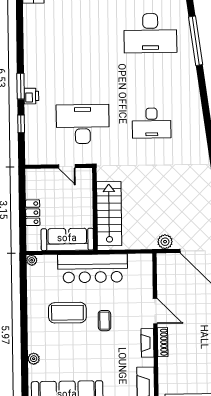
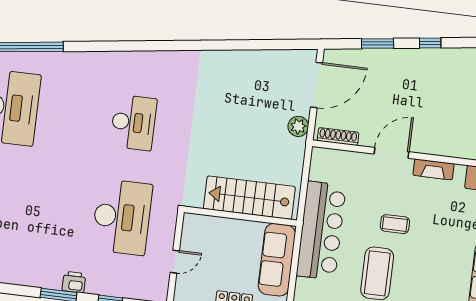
desk: (83, 124) -> (122, 217), turned 180
door: (67, 166) -> (175, 262), moved
shoe rack: (163, 342) -> (338, 137), moved

